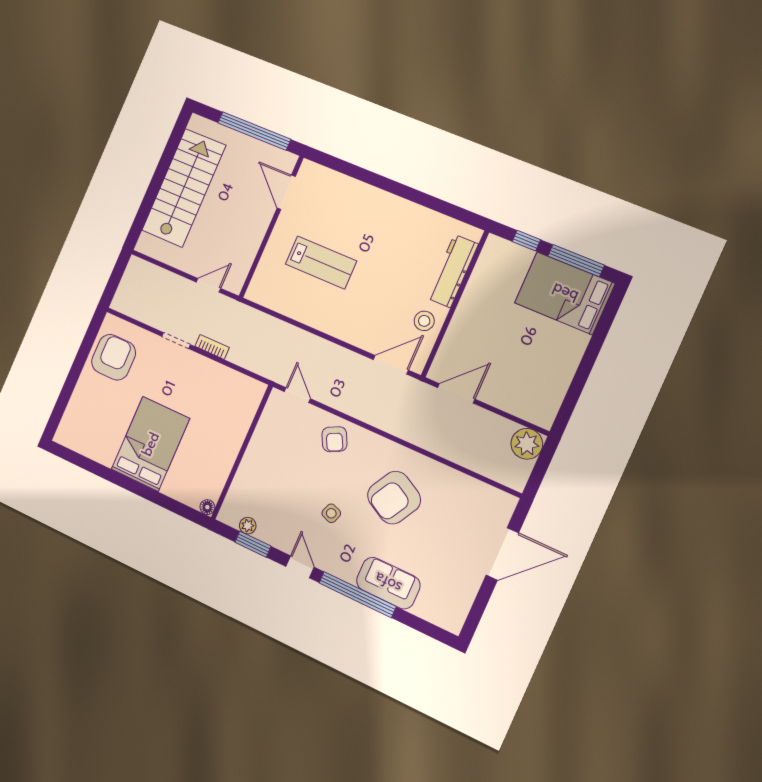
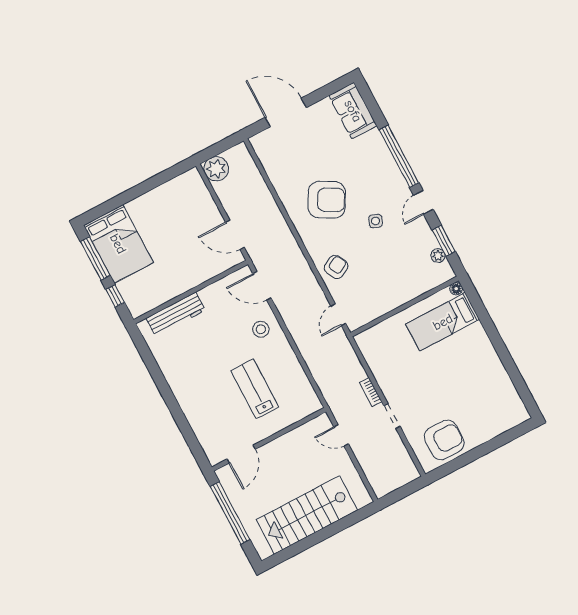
stool: (424, 321) -> (261, 329), moved
armchair: (114, 357) -> (444, 440), turned 180
bed: (150, 444) -> (443, 322), moved, width x0.67
sofa: (388, 583) -> (353, 111), moved

